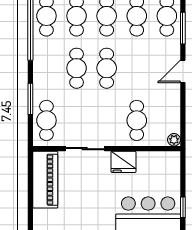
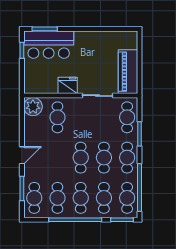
cafe table: (46, 68) -> (127, 158), added
plant: (174, 140) -> (33, 107), width x1.88, depth x1.88

